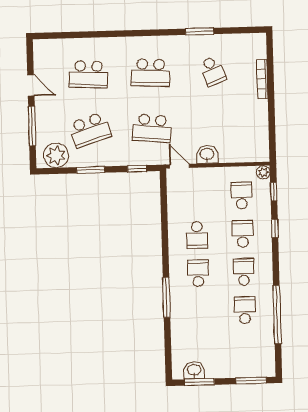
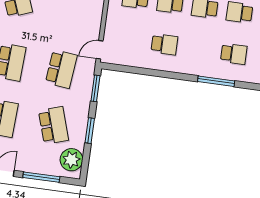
washbasin: (207, 154) -> (93, 23), removed
window: (137, 169) -> (95, 88), width x1.50
school desk: (198, 273) -> (234, 54), moved, turned 180

